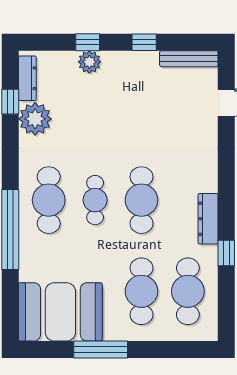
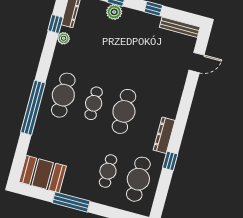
plant: (35, 119) -> (64, 38), width x0.53, depth x0.53
cafe table: (141, 291) -> (108, 171), width x0.73, depth x0.74
booth: (60, 312) -> (43, 174), width x0.73, depth x0.70

